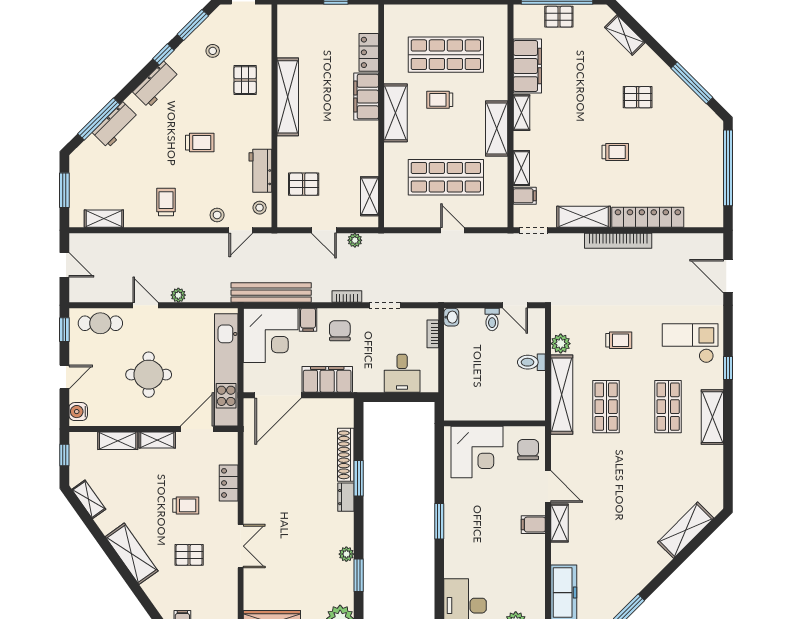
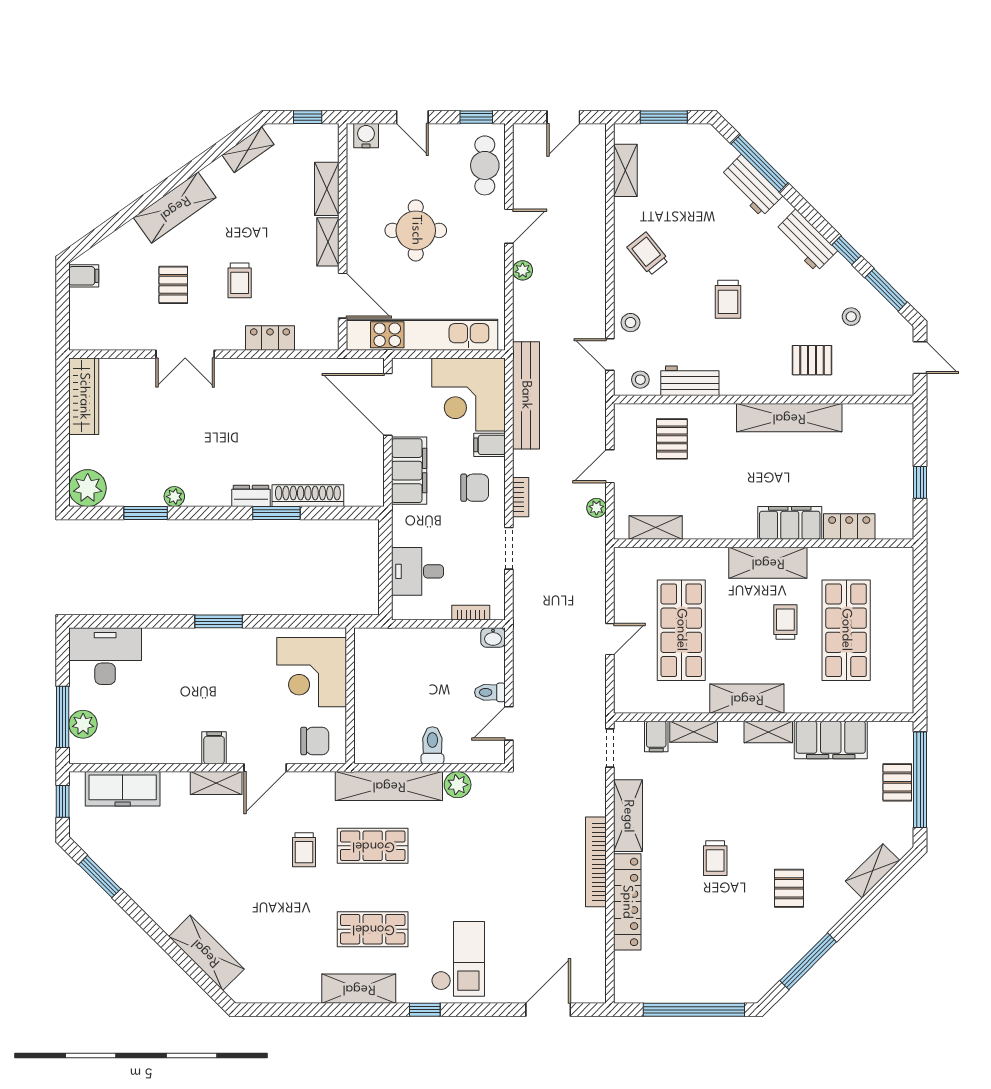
trolley: (166, 202) -> (648, 254), turned -129
trolley: (619, 340) -> (304, 850), moved

